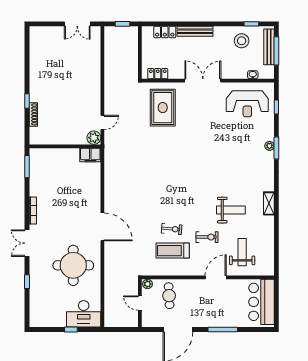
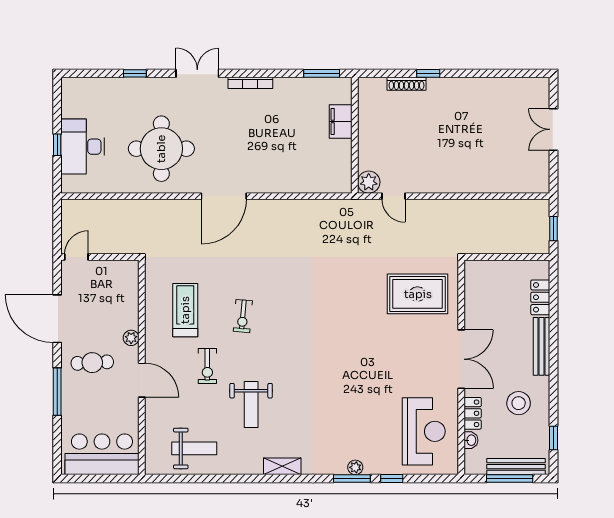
double door: (77, 24) -> (553, 129), moved
stool: (242, 41) -> (519, 403), moved
locker: (158, 74) -> (473, 413), moved
reception desk: (247, 104) -> (424, 431), turned 180
window: (276, 107) -> (392, 479), moved
filing cabinet: (90, 155) -> (341, 121), moved
shelving: (269, 203) -> (282, 466), moved
exercise bike: (172, 229) -> (243, 316), moved
weight bench: (242, 252) -> (194, 448), moved
plant: (148, 284) -> (131, 338), moved
cafe table: (169, 296) -> (92, 363), moved
door: (140, 303) -> (76, 257), moved
desk: (84, 314) -> (83, 147), moved

